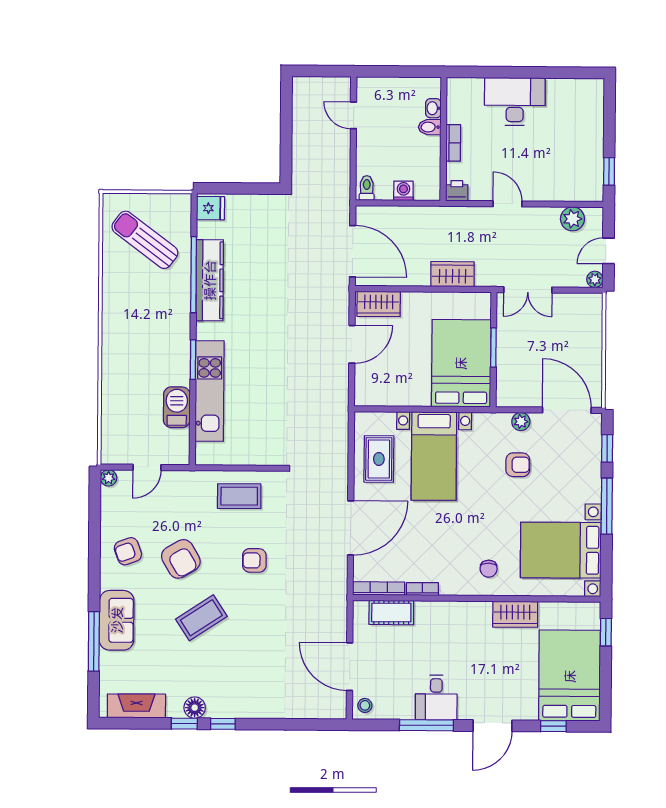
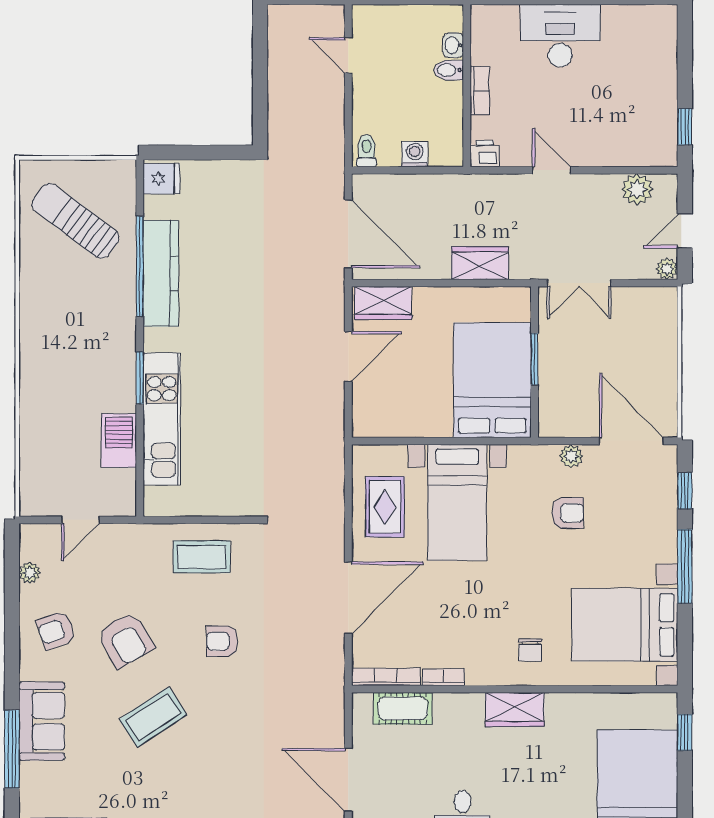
plant: (109, 478) -> (30, 573), moved
wardrobe: (515, 614) -> (515, 710), moved

